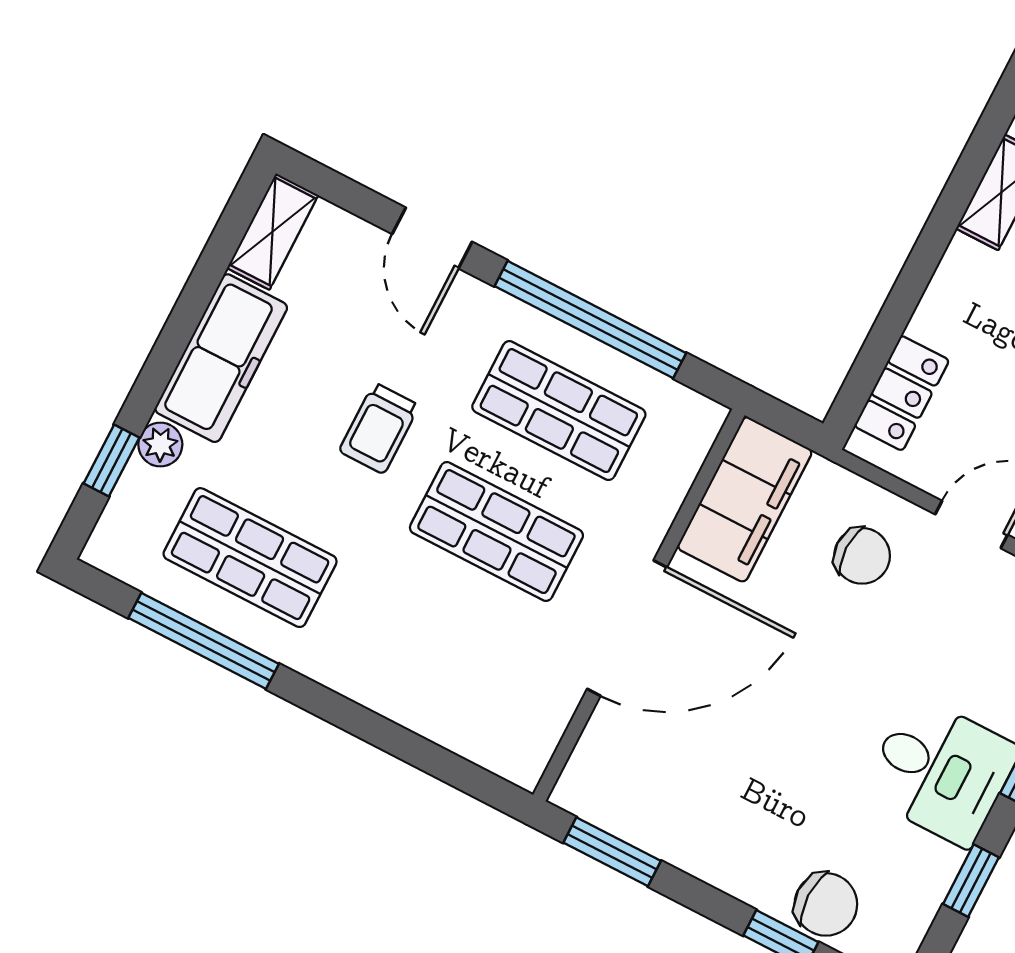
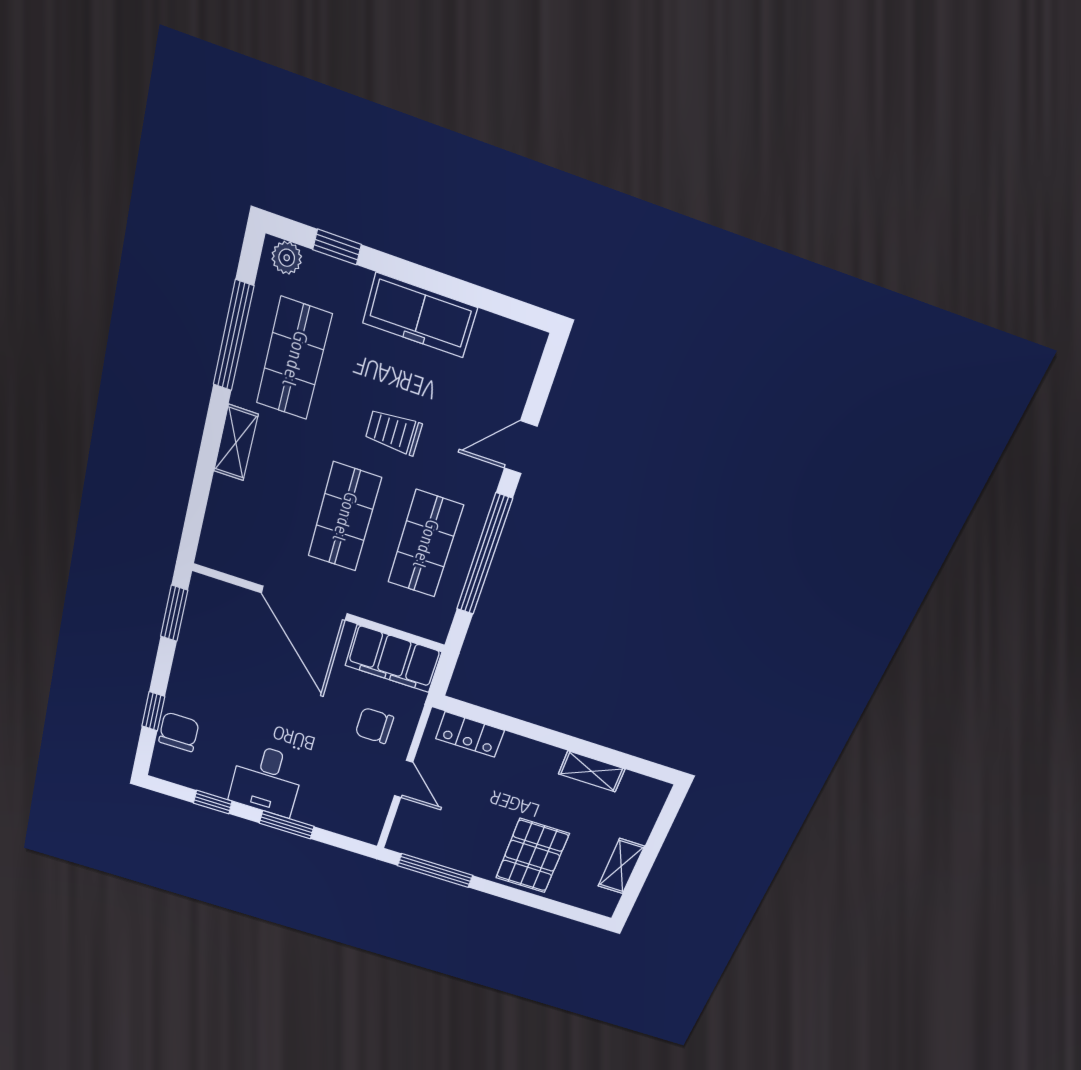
shelving: (273, 232) -> (236, 443), moved, turned 90
plant: (160, 445) -> (287, 258), moved
chair: (862, 556) -> (374, 726), turned 90
chair: (826, 904) -> (179, 732), turned 180

